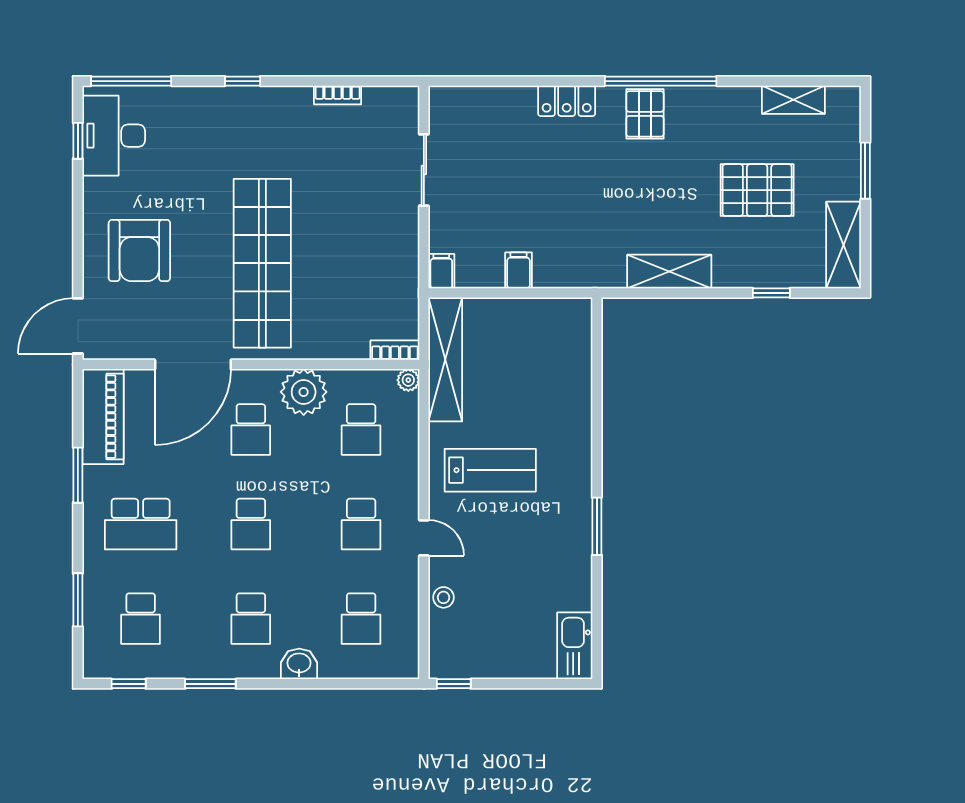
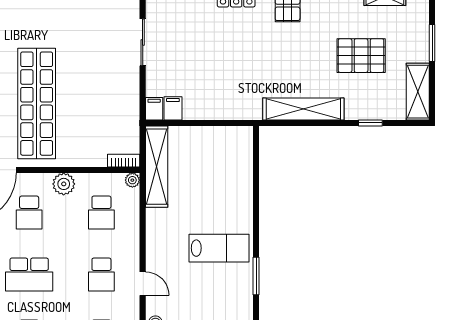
filing cabinet: (518, 270) -> (173, 108), moved
shelving: (669, 272) -> (303, 109), width x1.47
plant: (304, 392) -> (64, 184), width x0.73, depth x0.73
lab bench: (490, 470) -> (219, 248), moved
school desk: (251, 524) -> (29, 275), width x1.85

